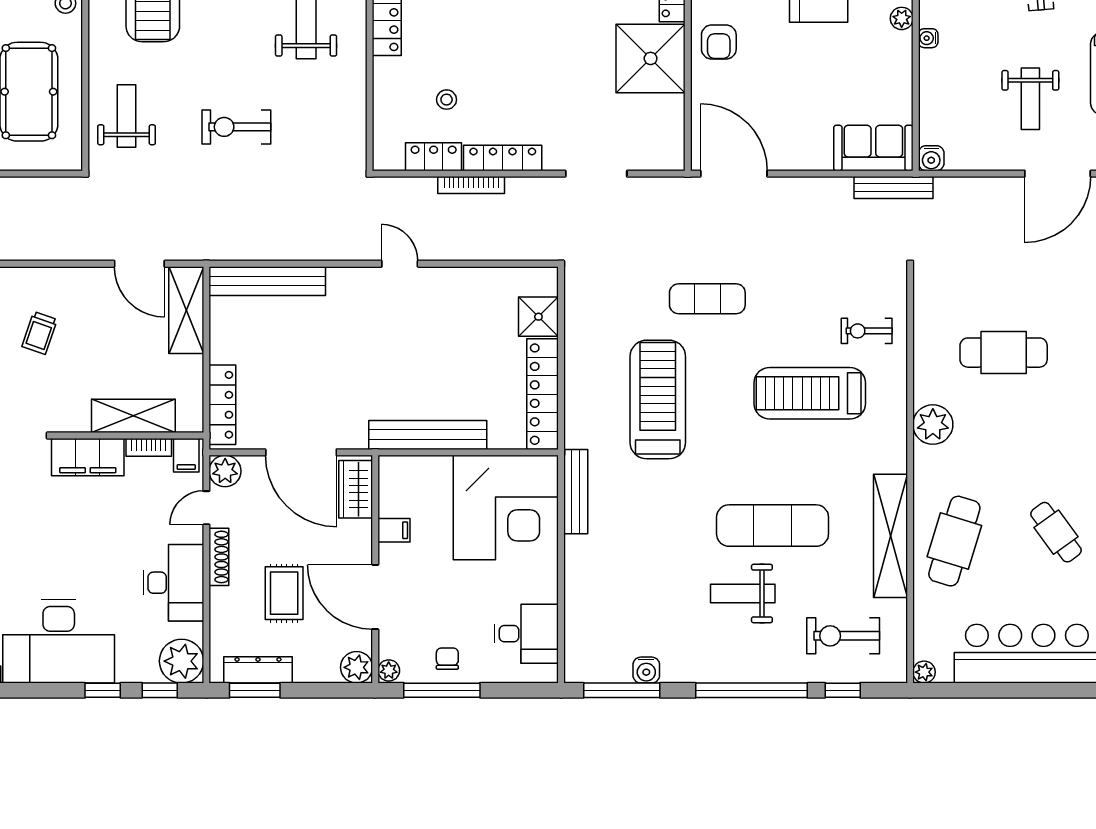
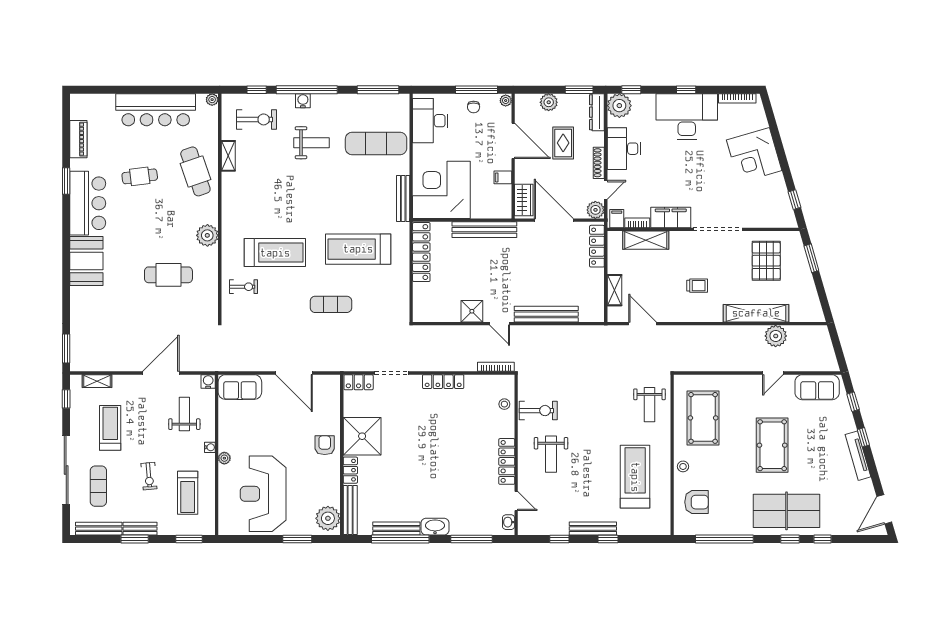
weight bench: (1030, 99) -> (184, 414), moved
stool: (447, 100) -> (504, 404), moved
exercise bike: (236, 127) -> (538, 411), moved
locker: (434, 157) -> (359, 382), moved
door: (734, 174) -> (294, 373), moved
door: (1058, 174) -> (161, 373), moved
bookcase: (471, 185) -> (496, 367), moved
bench: (893, 188) -> (229, 365), removed
bench: (267, 281) -> (546, 314), moved
shelving: (186, 310) -> (614, 290), width x0.67, depth x0.75
shower: (538, 317) -> (472, 311), moved
trolley: (40, 333) -> (697, 286), turned 71
treadmill: (658, 399) -> (358, 249), turned 90
exercise mat: (773, 526) -> (376, 144), moved
cafe table: (1056, 532) -> (140, 176), turned -61
shelving: (890, 536) -> (228, 156), width x0.45, depth x0.75
cafe table: (954, 541) -> (195, 171), turned -36
desk: (526, 634) -> (430, 121), width x1.37
plant: (357, 667) -> (549, 102), moved
dresser: (258, 670) -> (597, 112), moved, turned 90
water cooler: (646, 670) -> (303, 101), moved
window: (103, 690) -> (686, 90), moved

